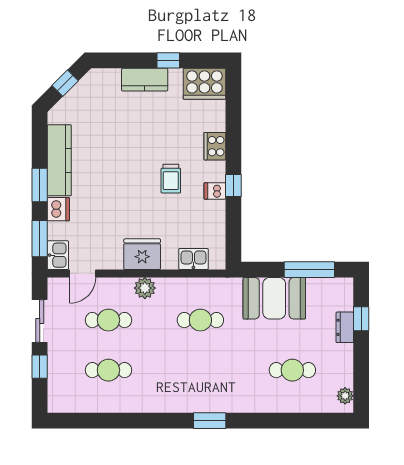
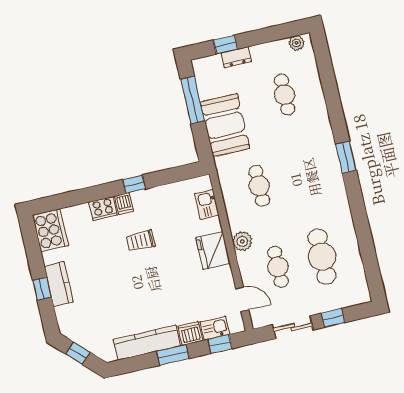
window: (168, 60) -> (42, 289), moved
trolley: (171, 179) -> (141, 241), turned 180
dishwasher: (215, 191) -> (124, 204), moved
window: (40, 239) -> (220, 344), width x0.67
kitchen sink: (58, 255) -> (215, 328), moved
cafe table: (108, 370) -> (322, 257), width x1.37, depth x1.35

